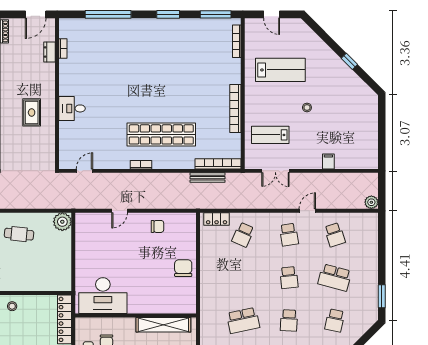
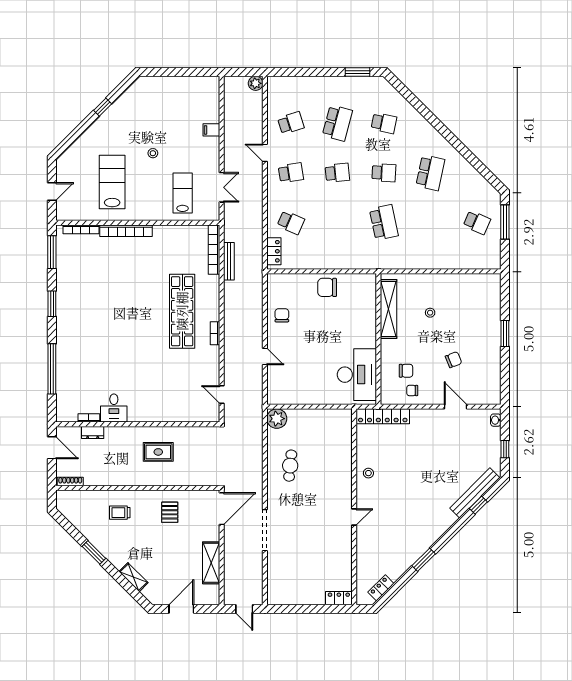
desk: (72, 108) -> (114, 408), moved
bookcase: (235, 108) -> (126, 231), moved
lab bench: (270, 135) -> (183, 193), turned 180

